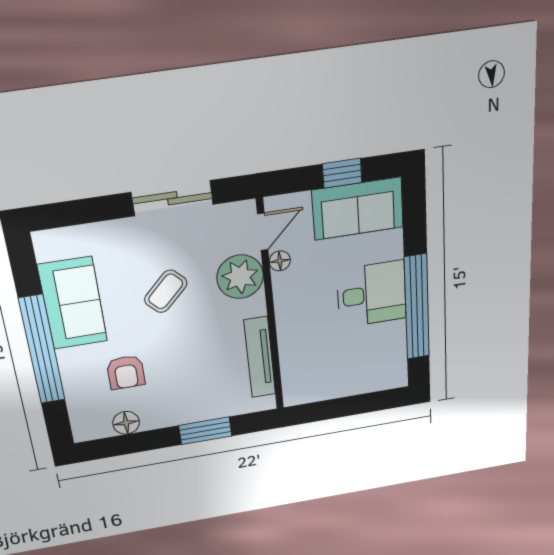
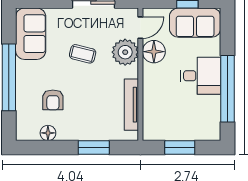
floor lamp: (280, 261) -> (154, 52), width x1.89, depth x1.89
coffee table: (166, 291) -> (83, 54), turned 59
sofa: (73, 303) -> (31, 34), moved
window: (344, 407) -> (180, 148), added

